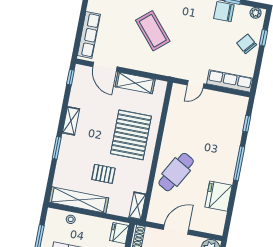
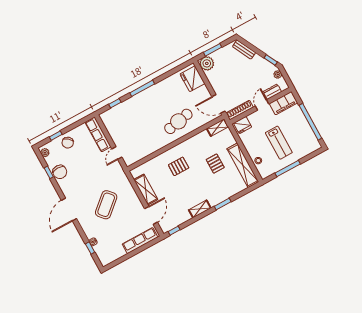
door: (196, 84) -> (117, 153), swing flipped
pallet: (131, 135) -> (179, 166), width x0.49, depth x0.50
cafe table: (176, 172) -> (178, 121), turned -40
fridge: (219, 196) -> (192, 79), moved, turned 90
door: (176, 230) -> (218, 104), moved

